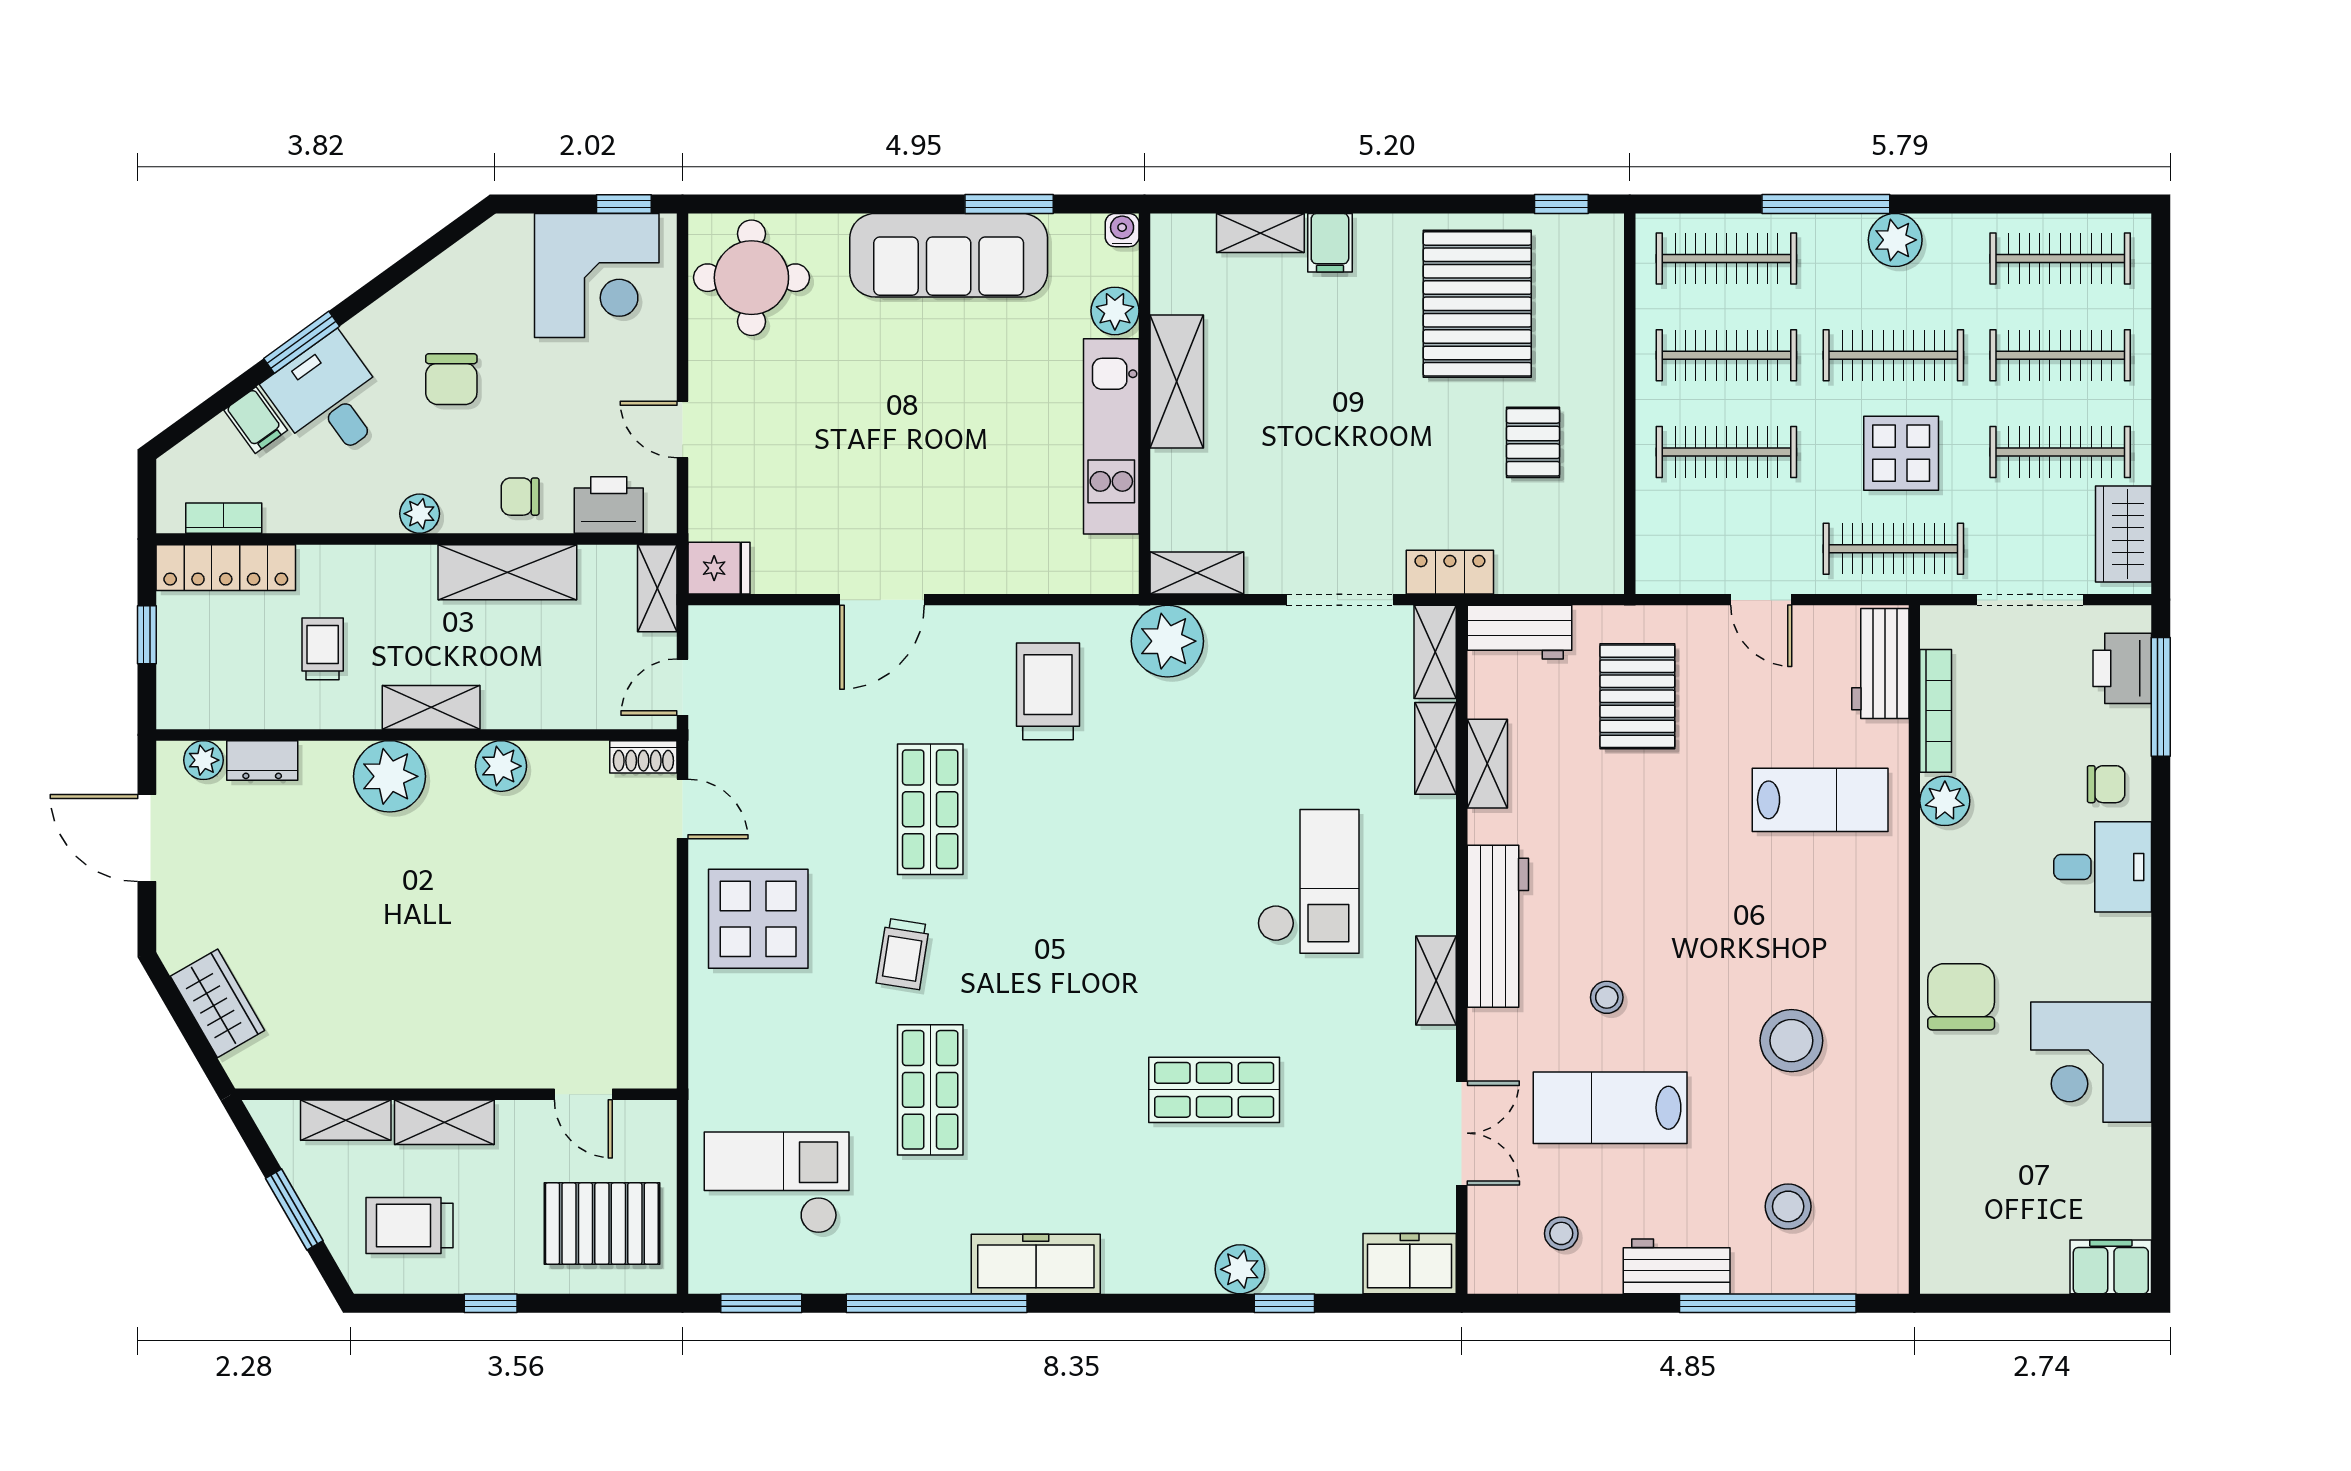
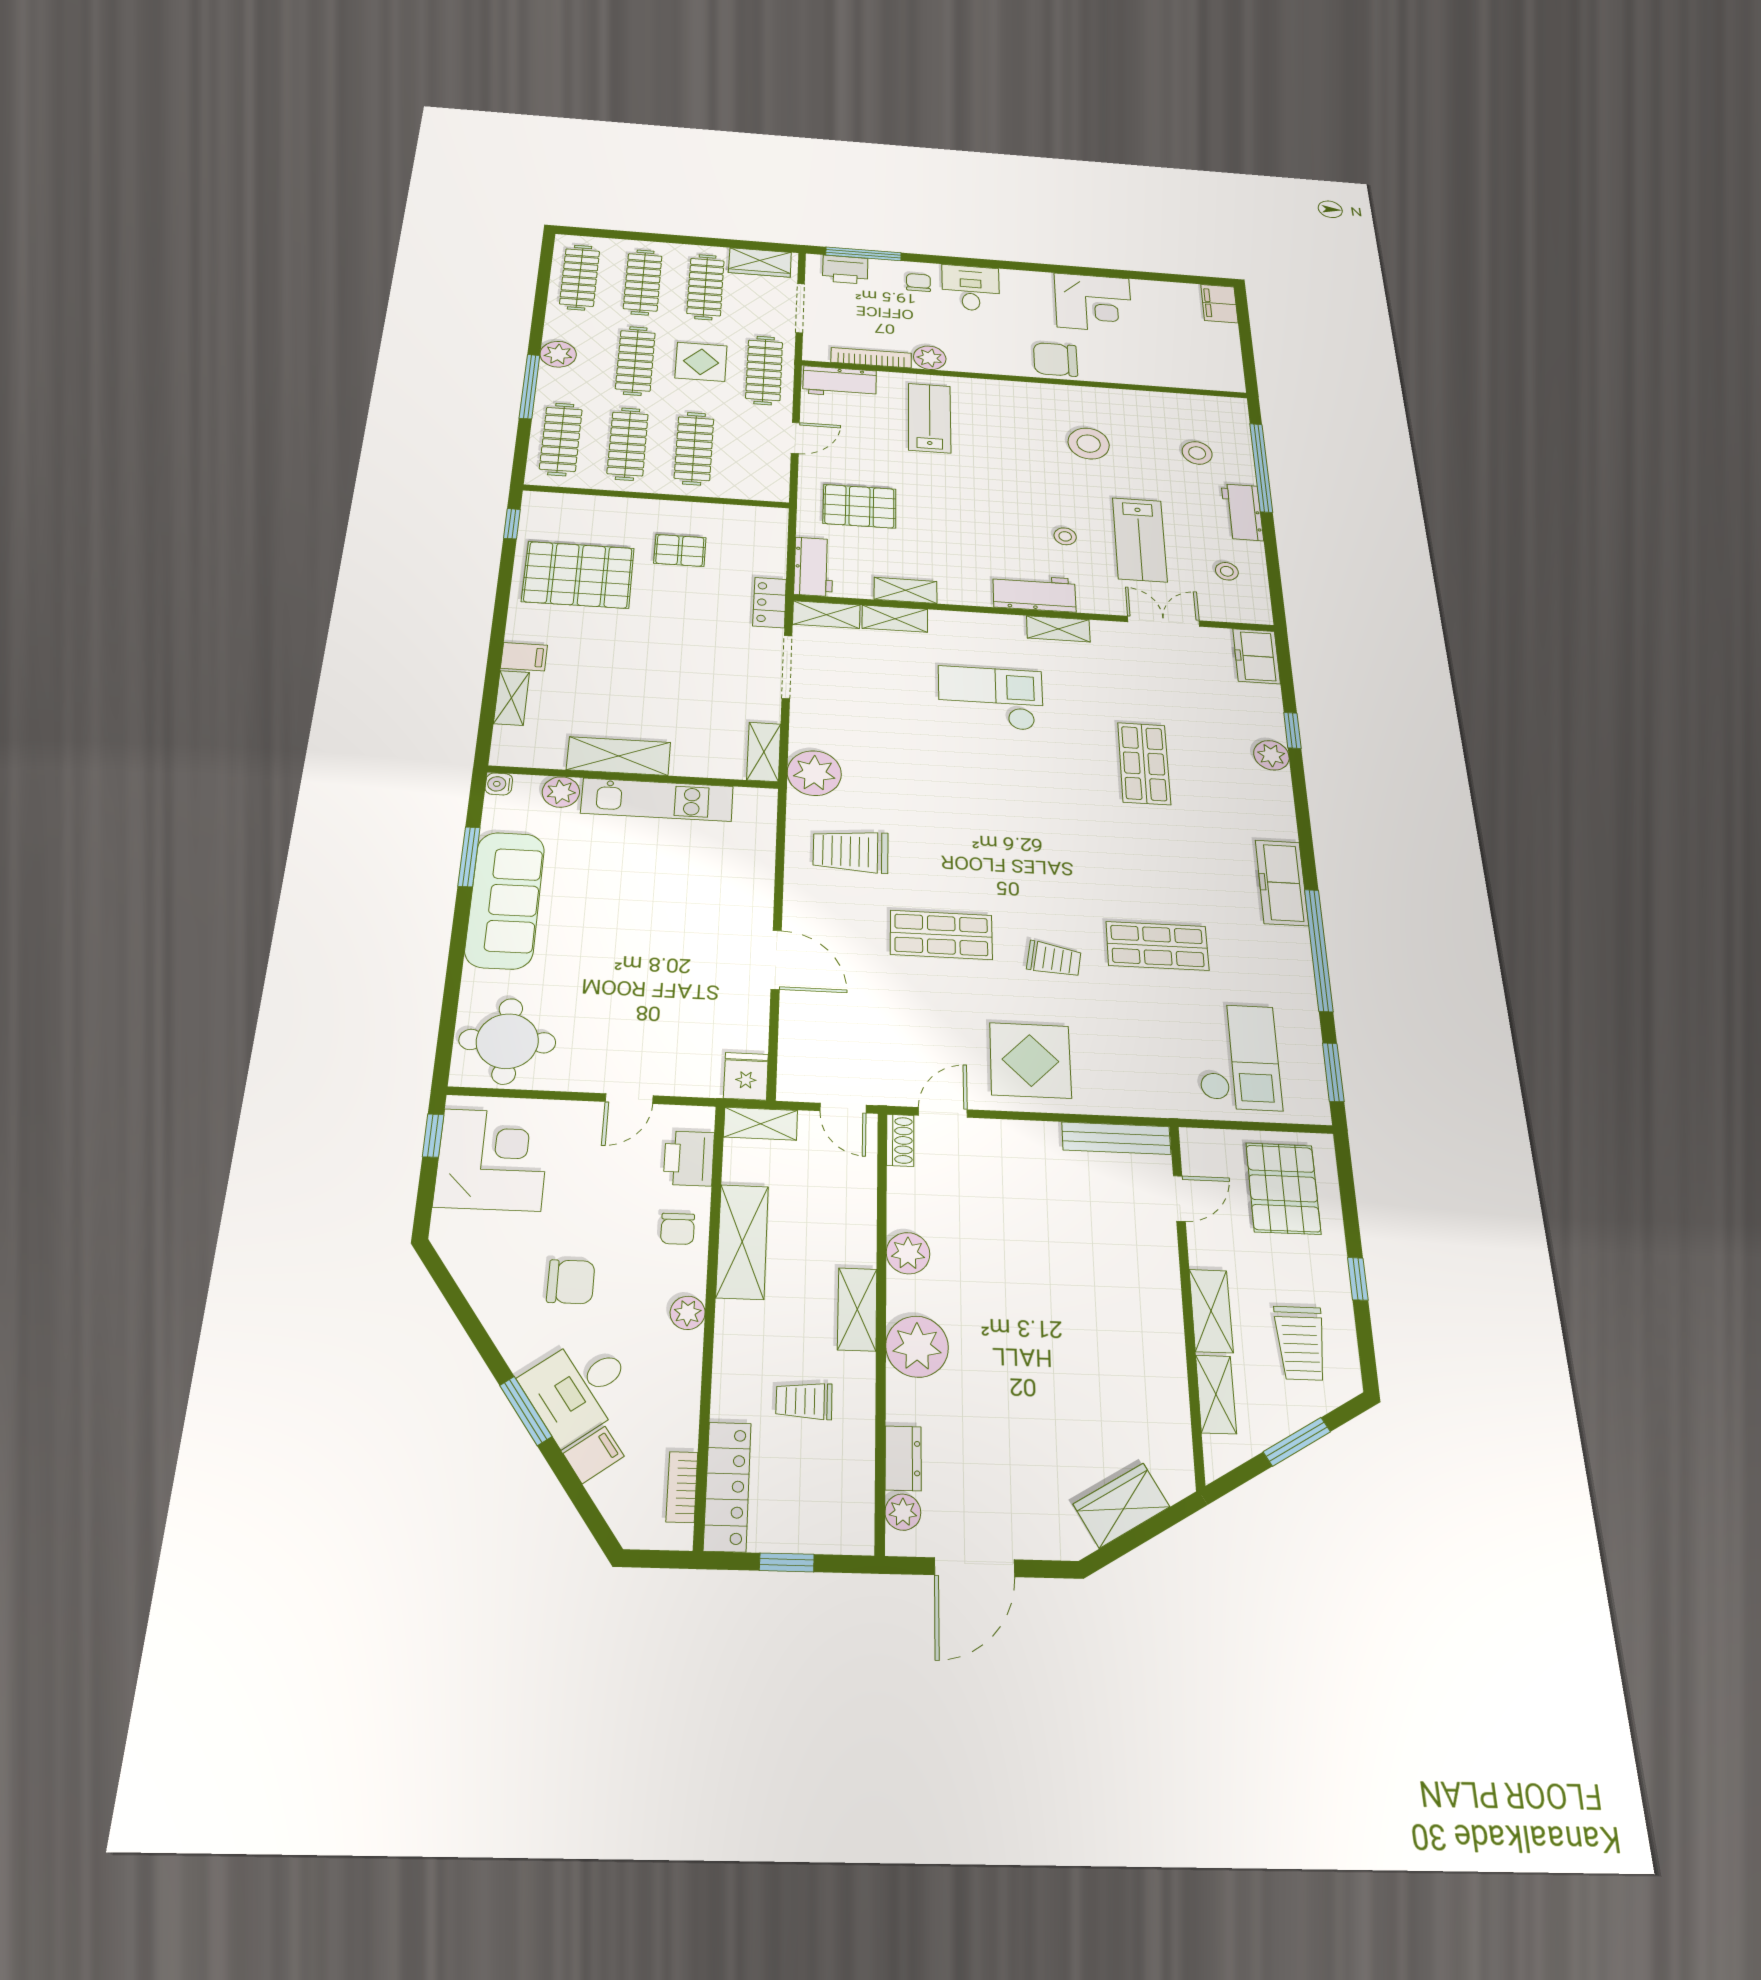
workbench: (1498, 926) -> (1034, 593), width x0.73
bench: (658, 1021) -> (1116, 1138), added
checkout: (777, 1183) -> (1238, 1057), turned 180

